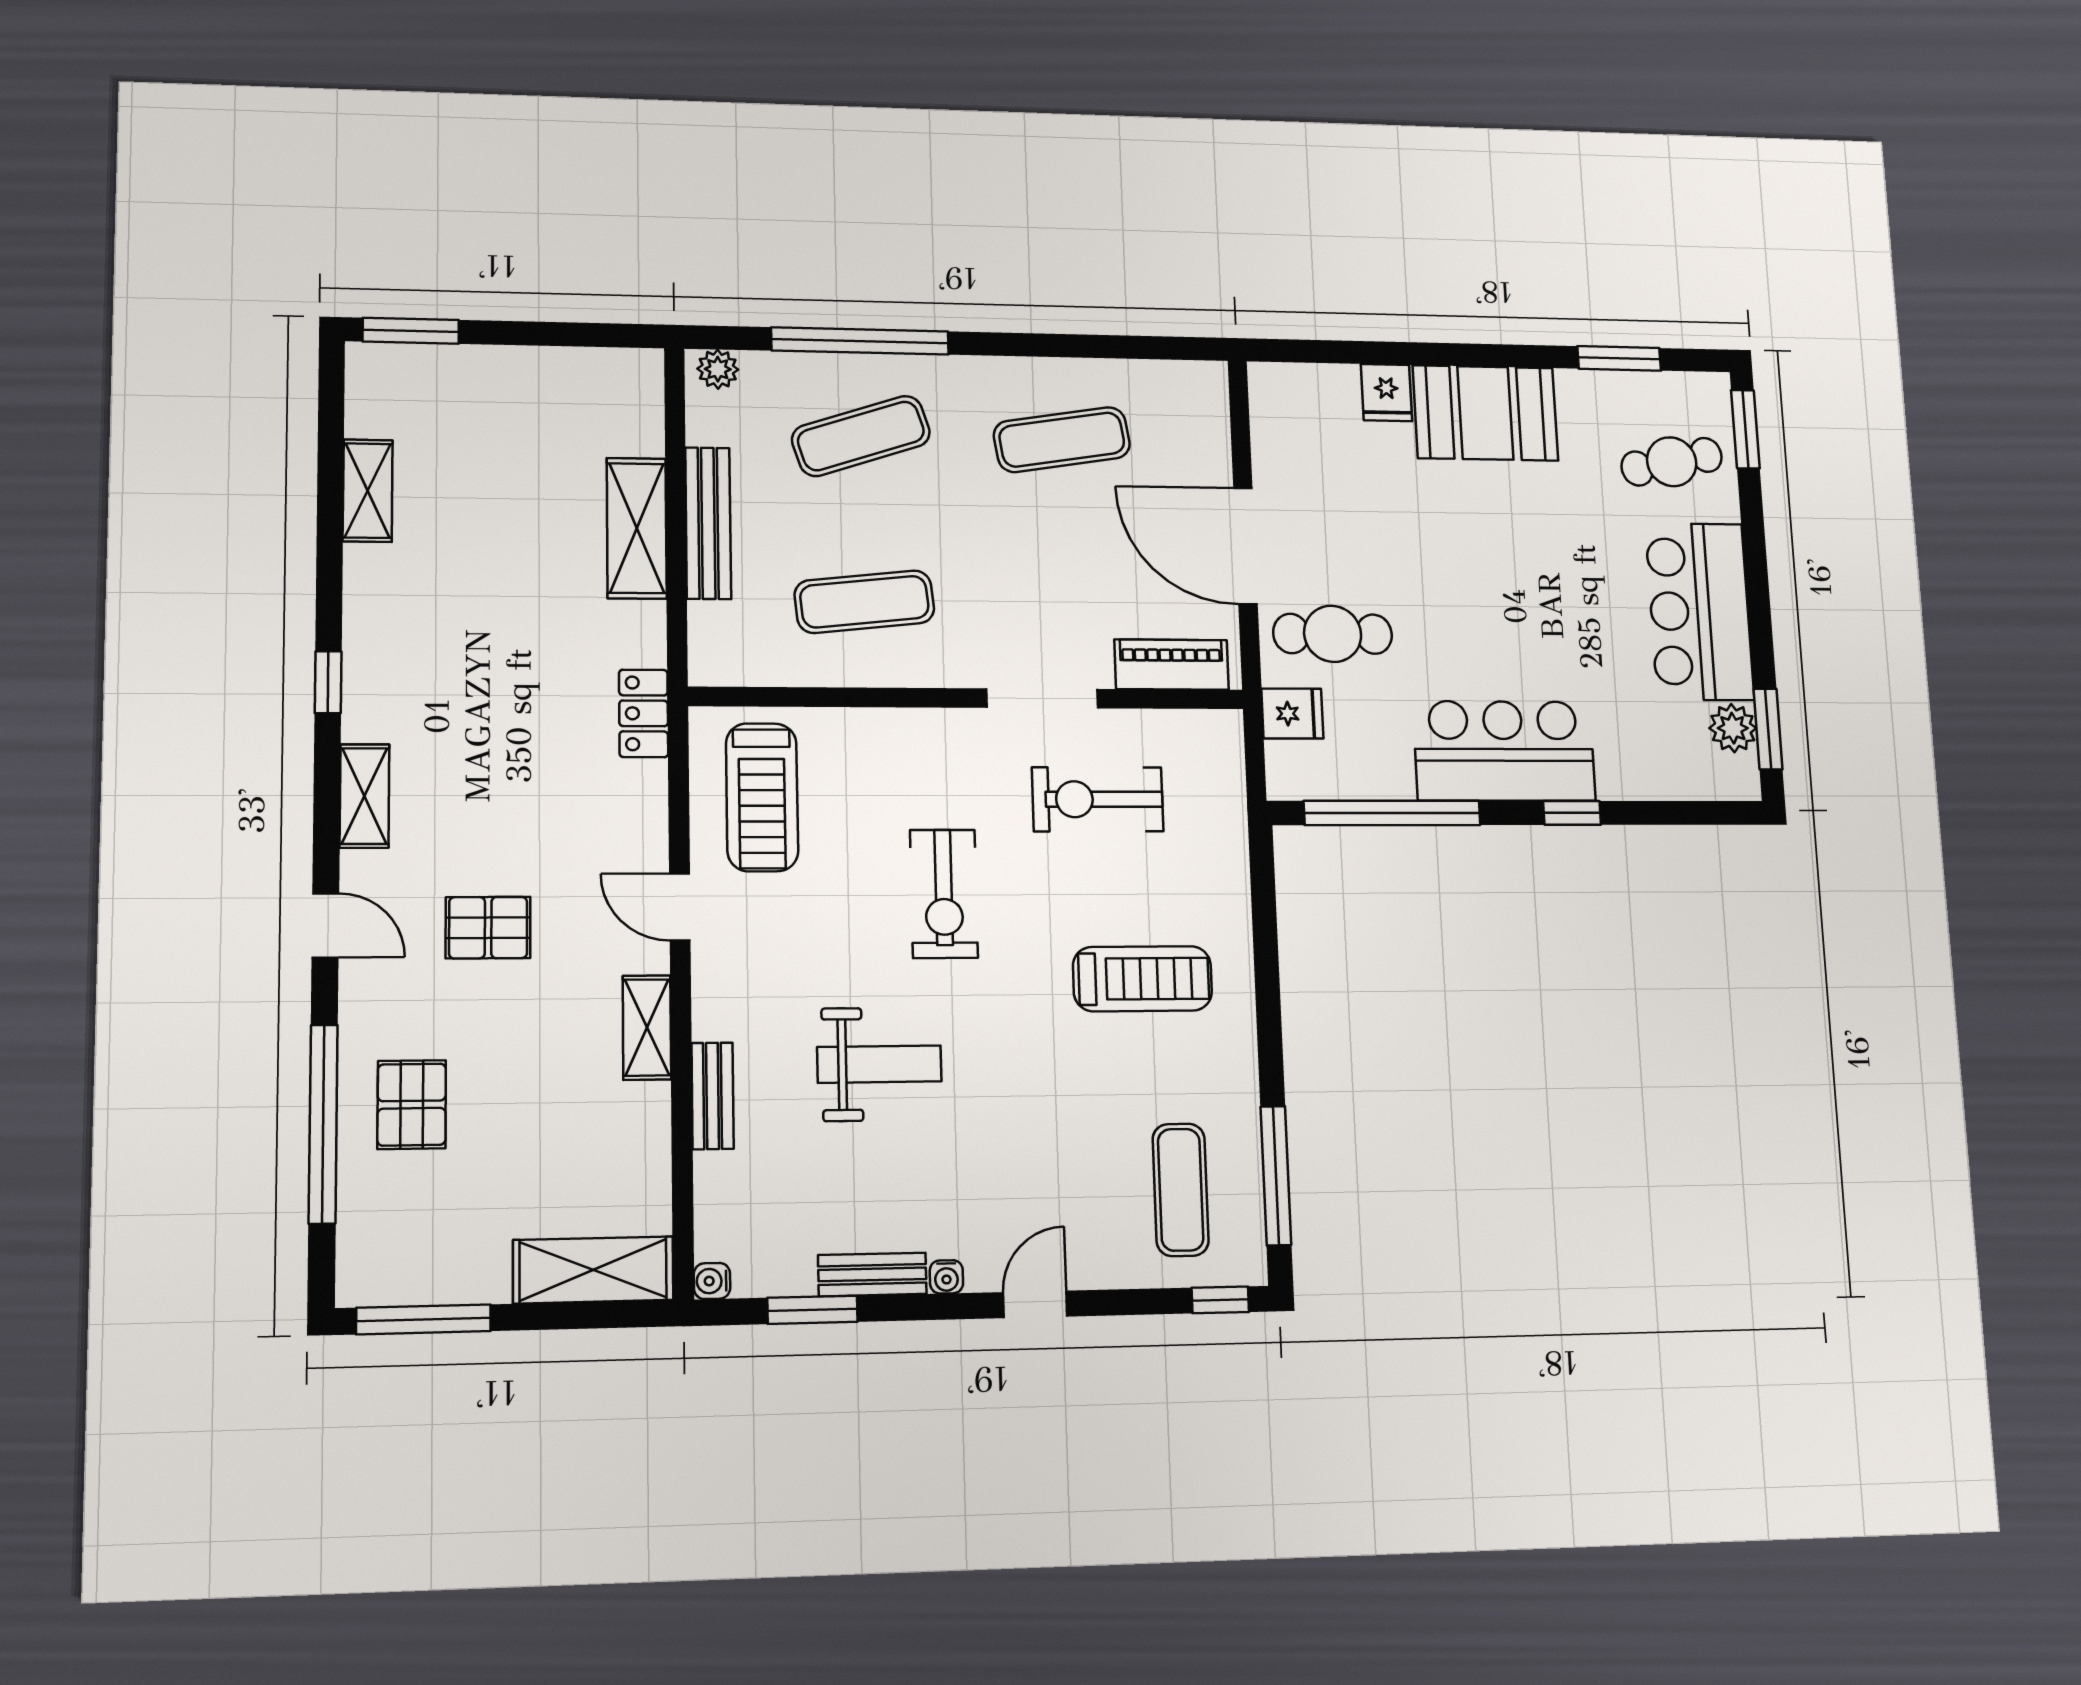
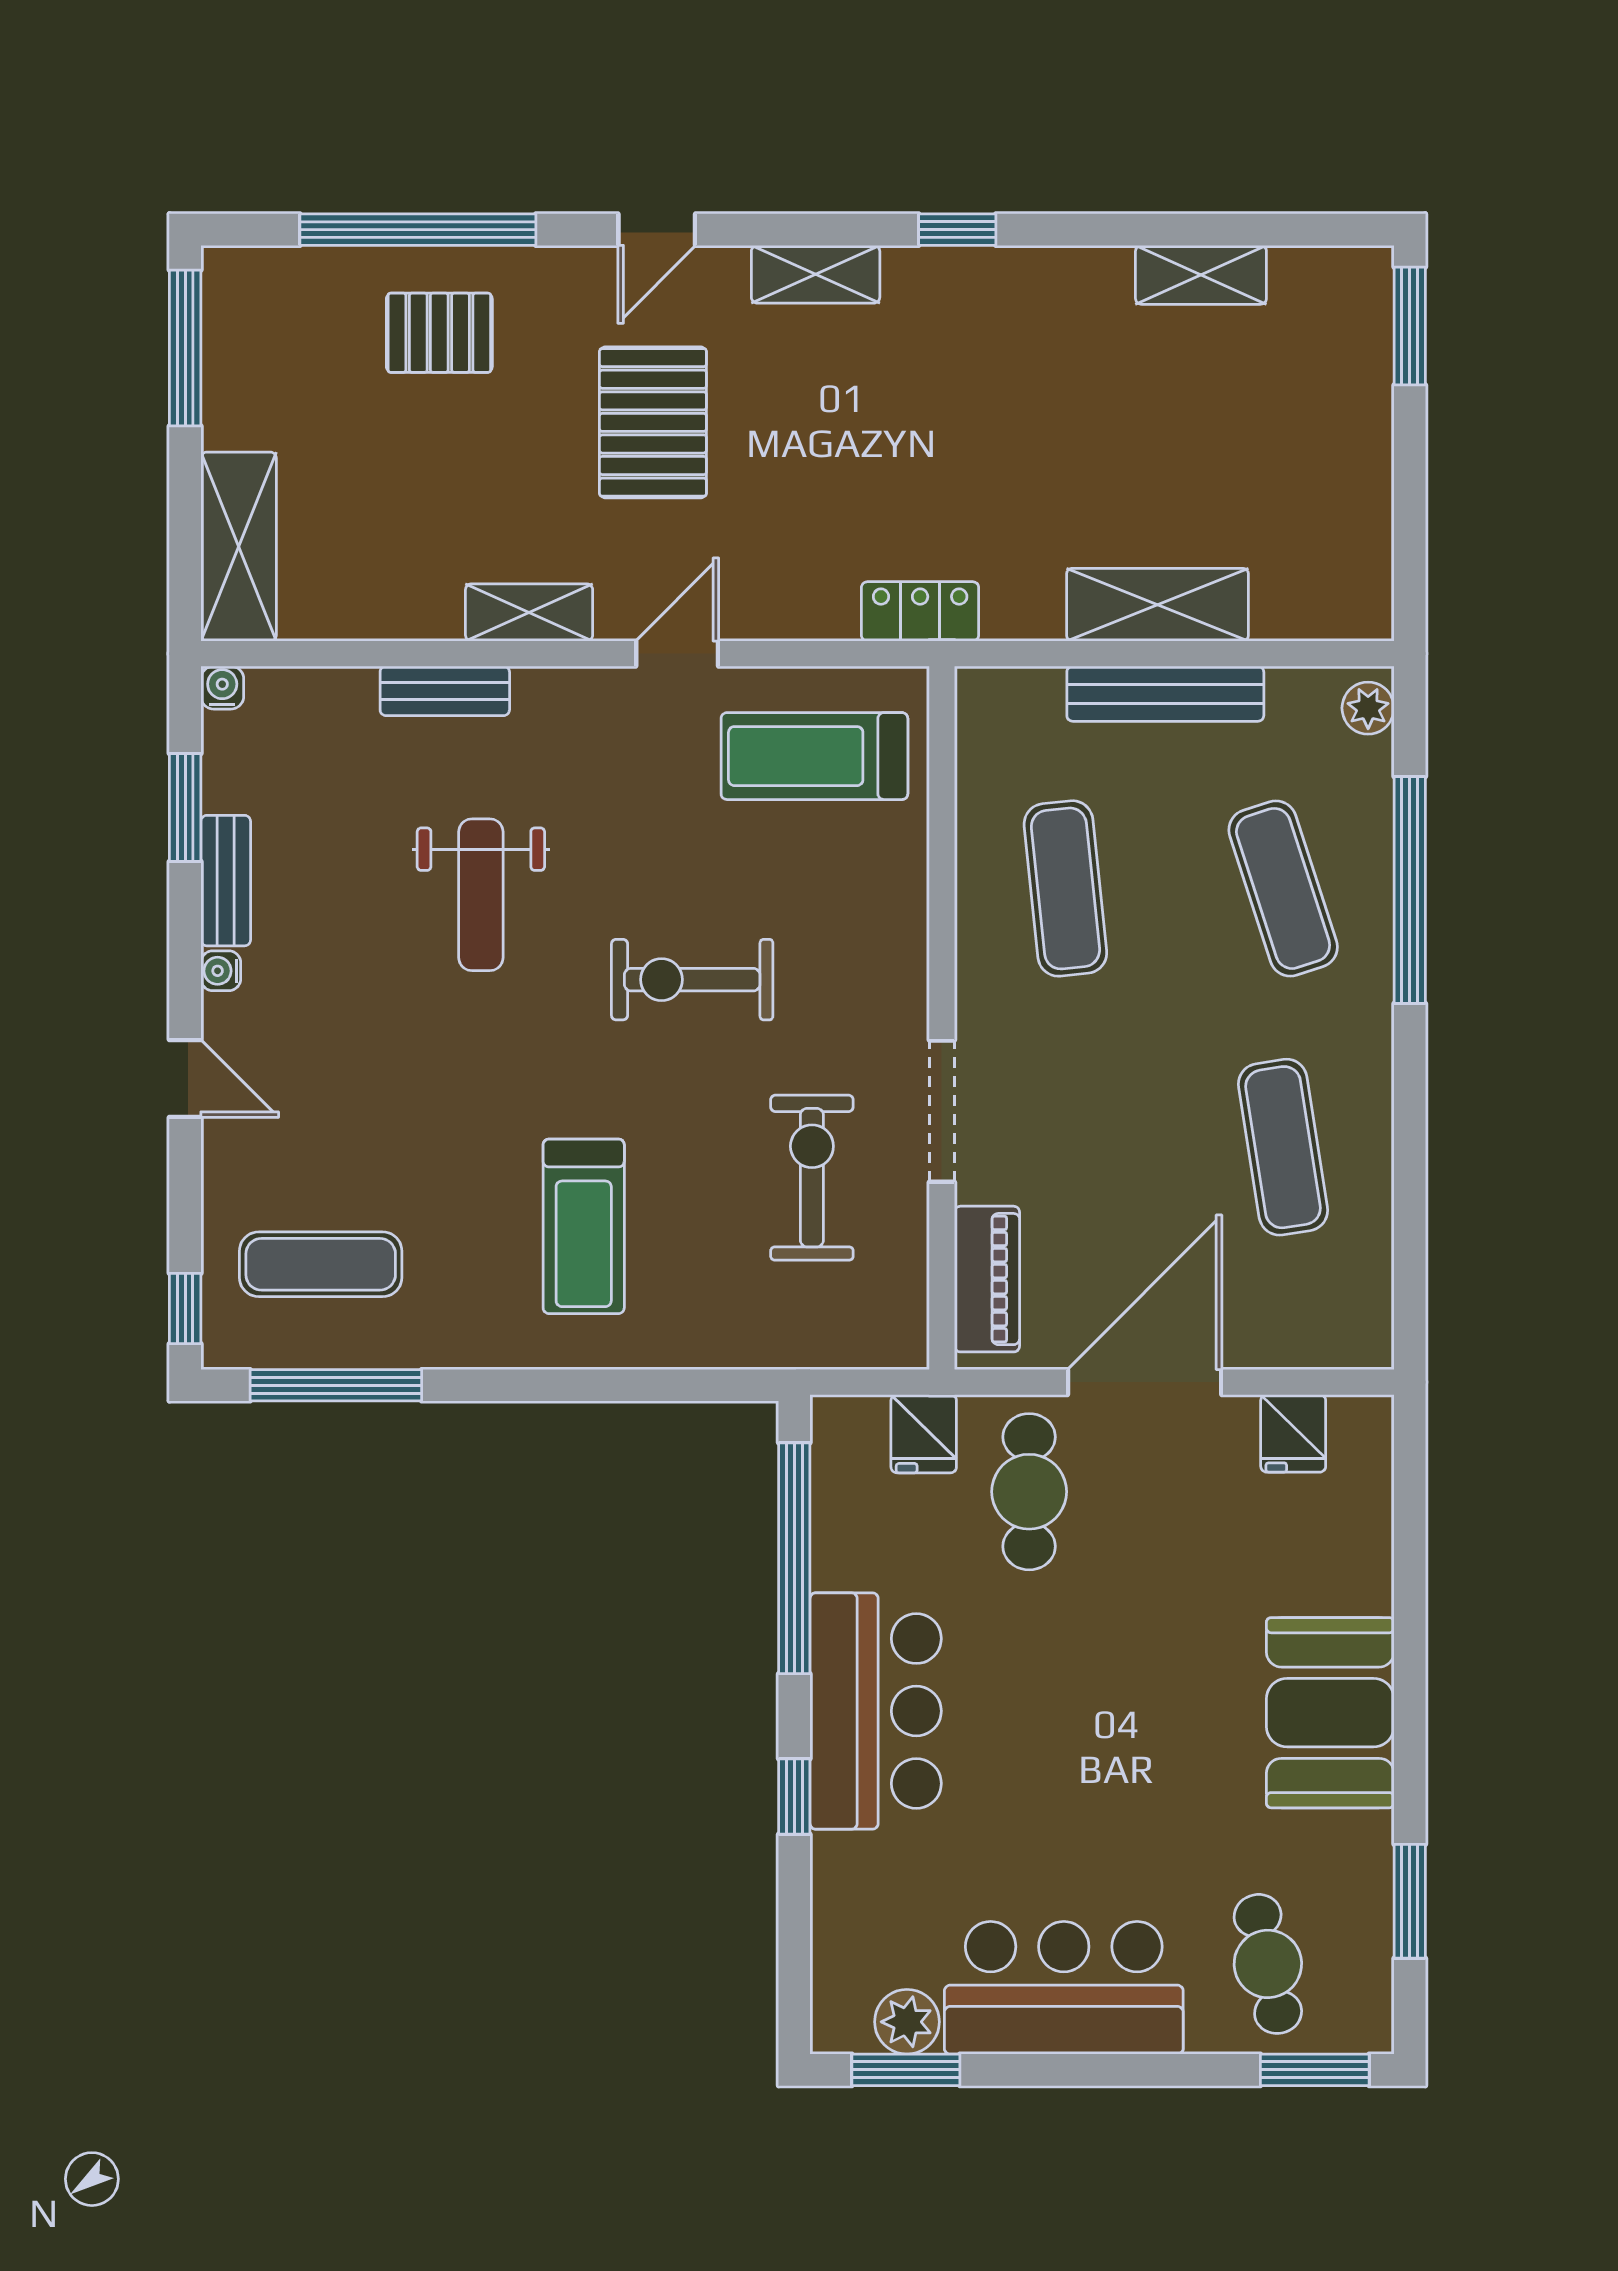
fridge: (1386, 393) -> (1293, 1433), moved, turned -90
pallet: (488, 928) -> (653, 422), width x1.50, depth x1.42

